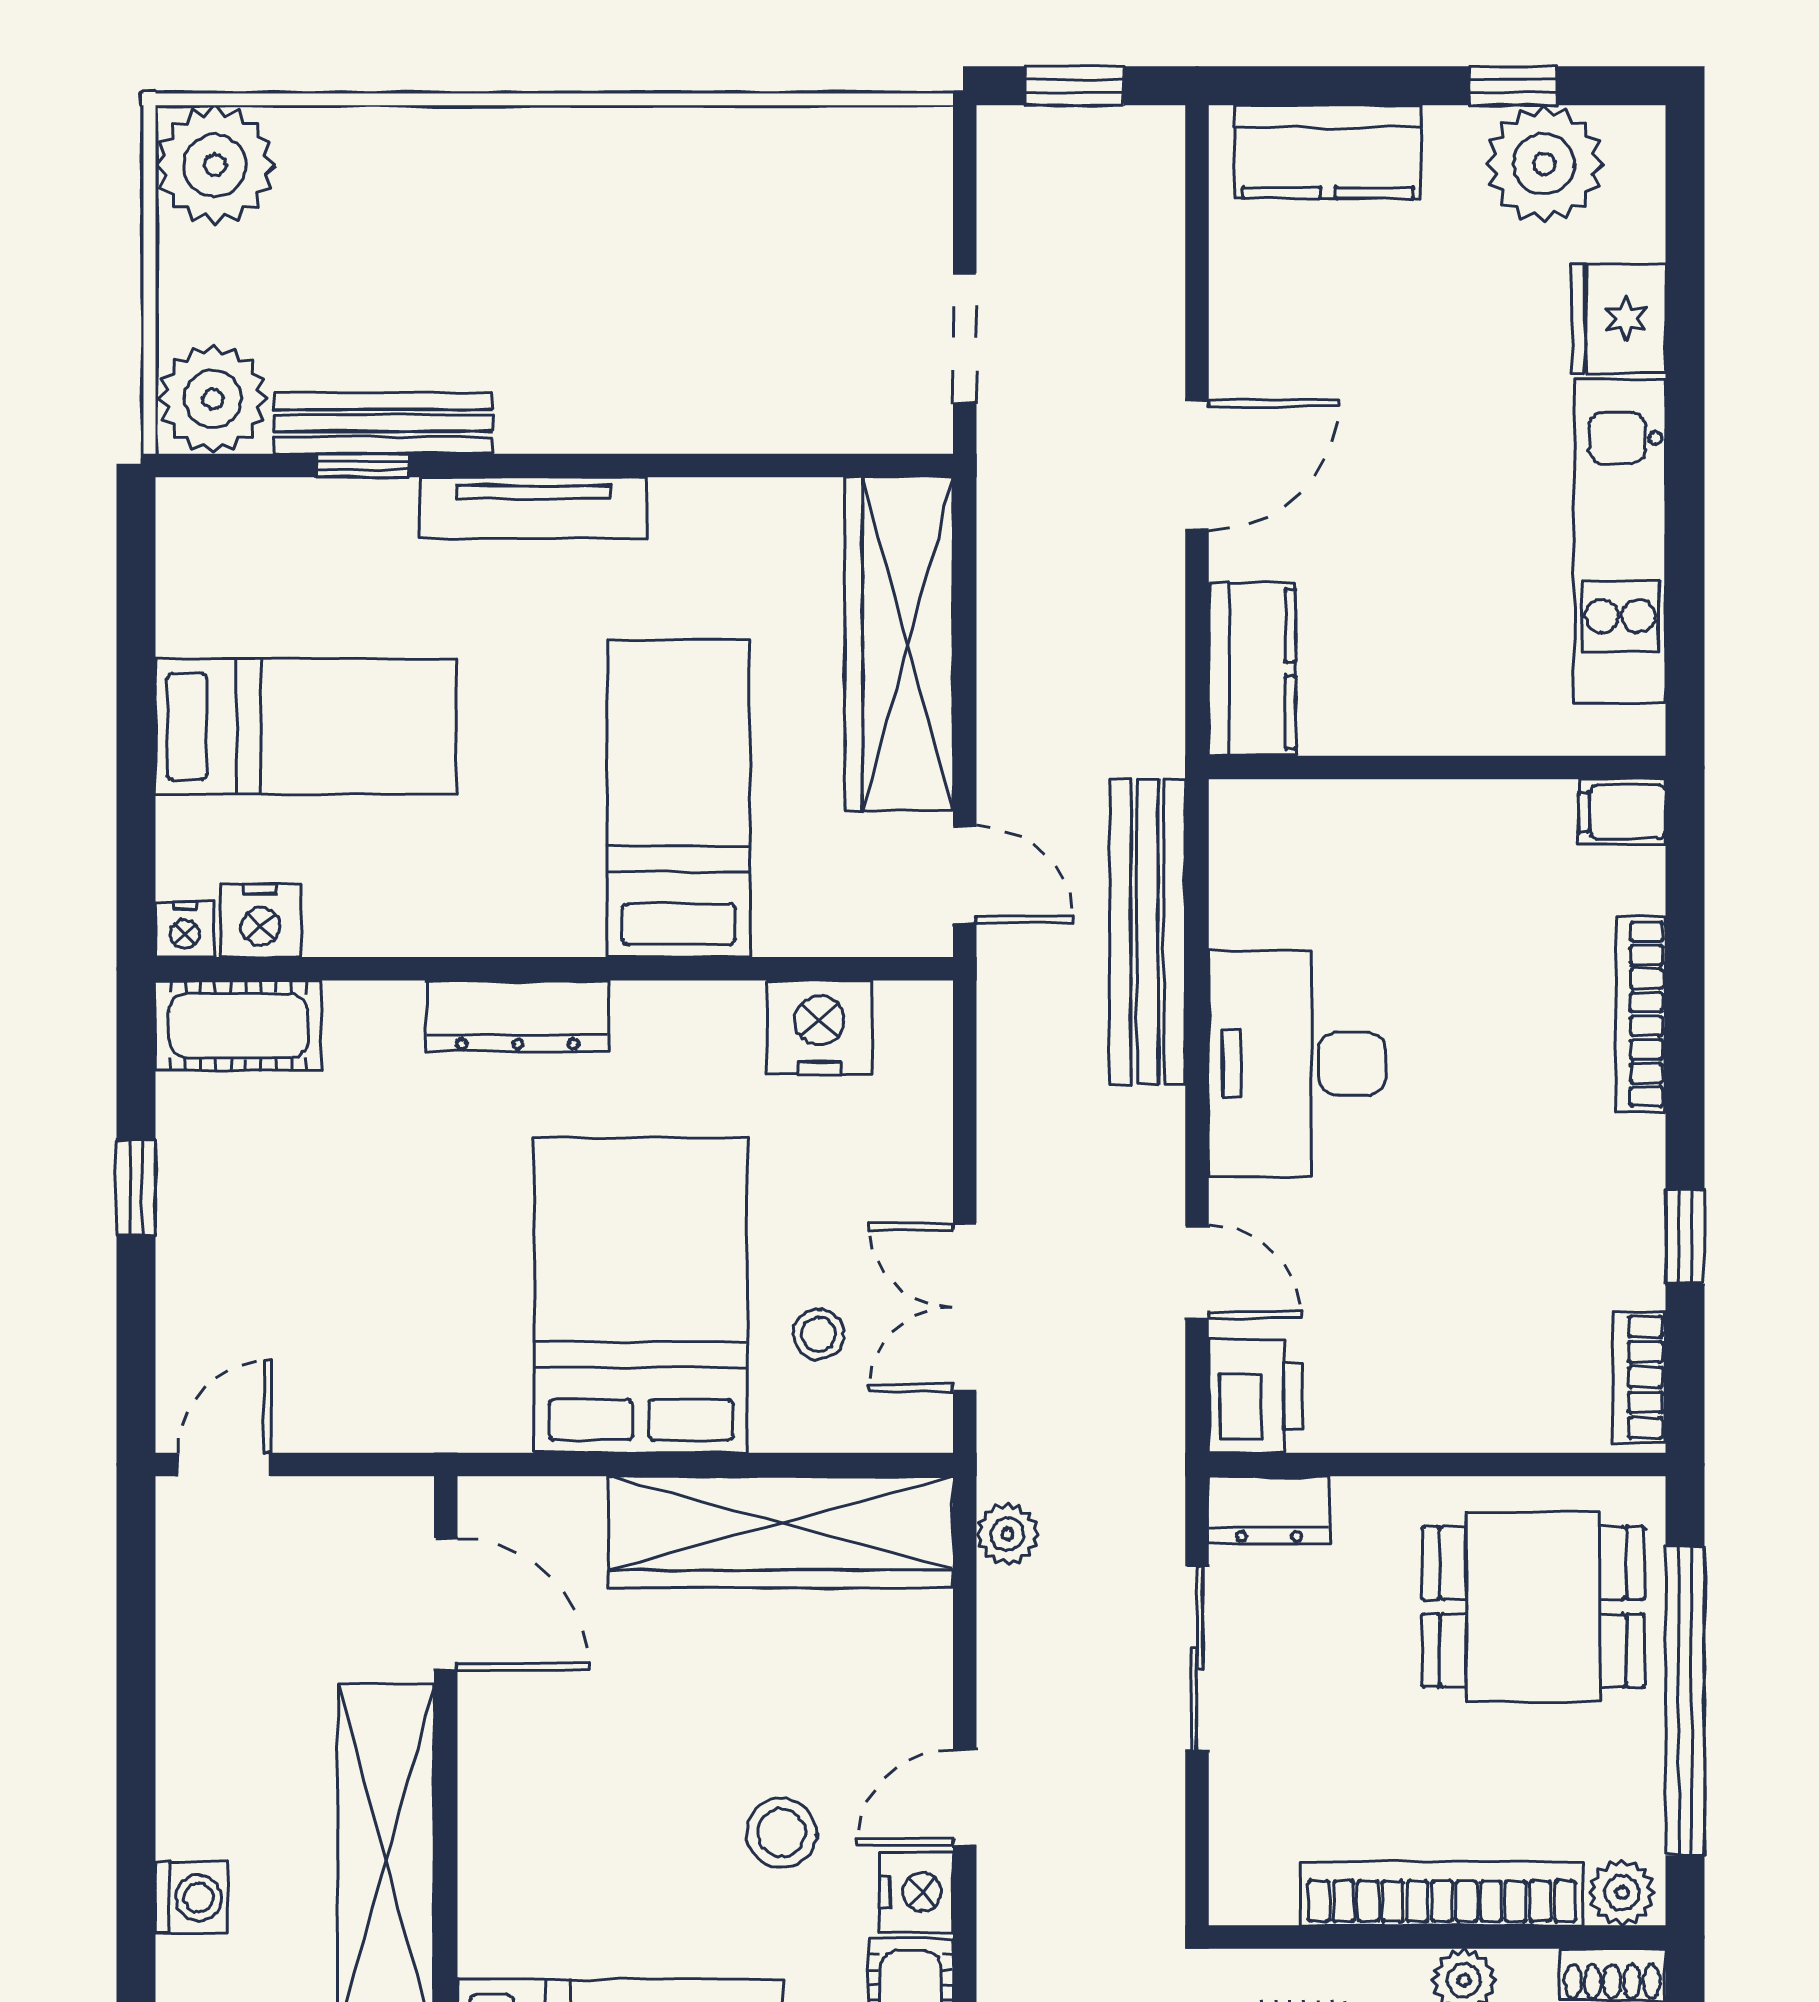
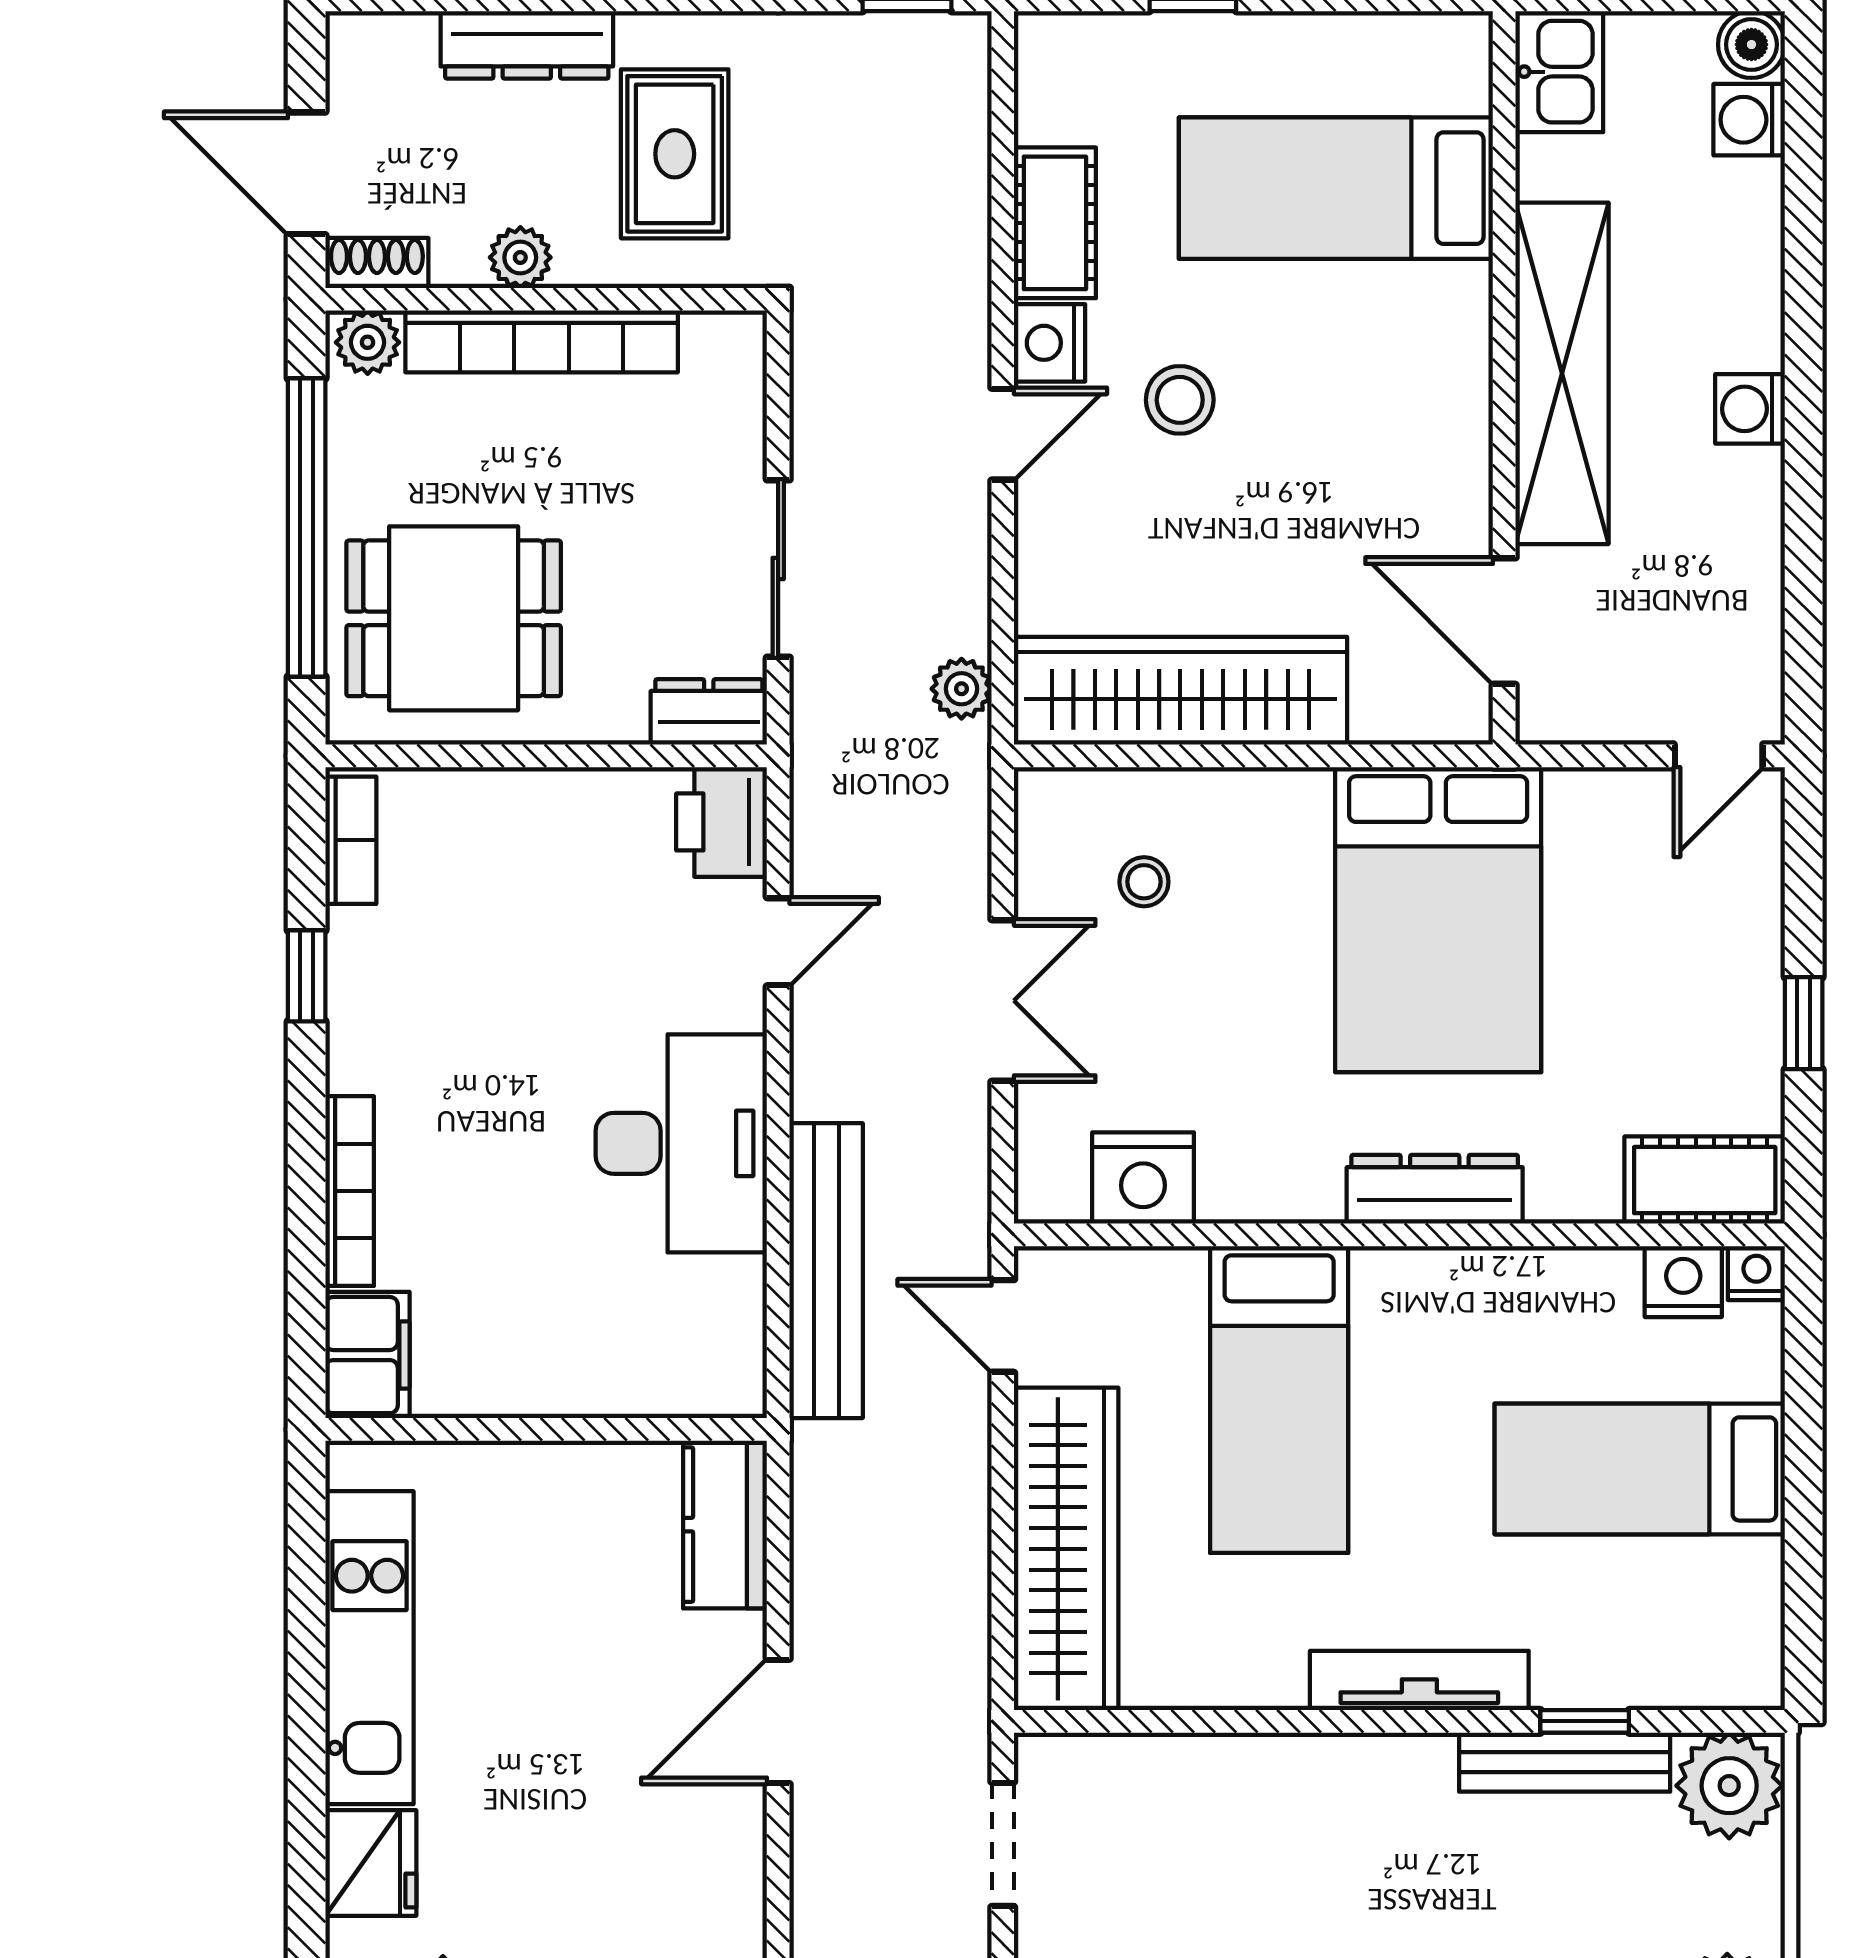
filing cabinet: (1622, 812) -> (367, 1355), width x2.00
door: (1197, 1272) -> (778, 942), swing flipped
bed: (641, 1295) -> (1438, 920), moved
double door: (965, 1307) -> (1003, 1001), moved
washing machine: (191, 1898) -> (1750, 409), moved

